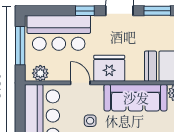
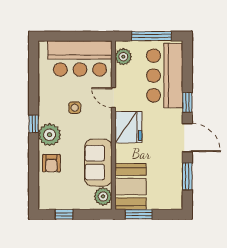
door: (80, 83) -> (114, 98), swing flipped
sofa: (136, 98) -> (98, 163), width x0.73

